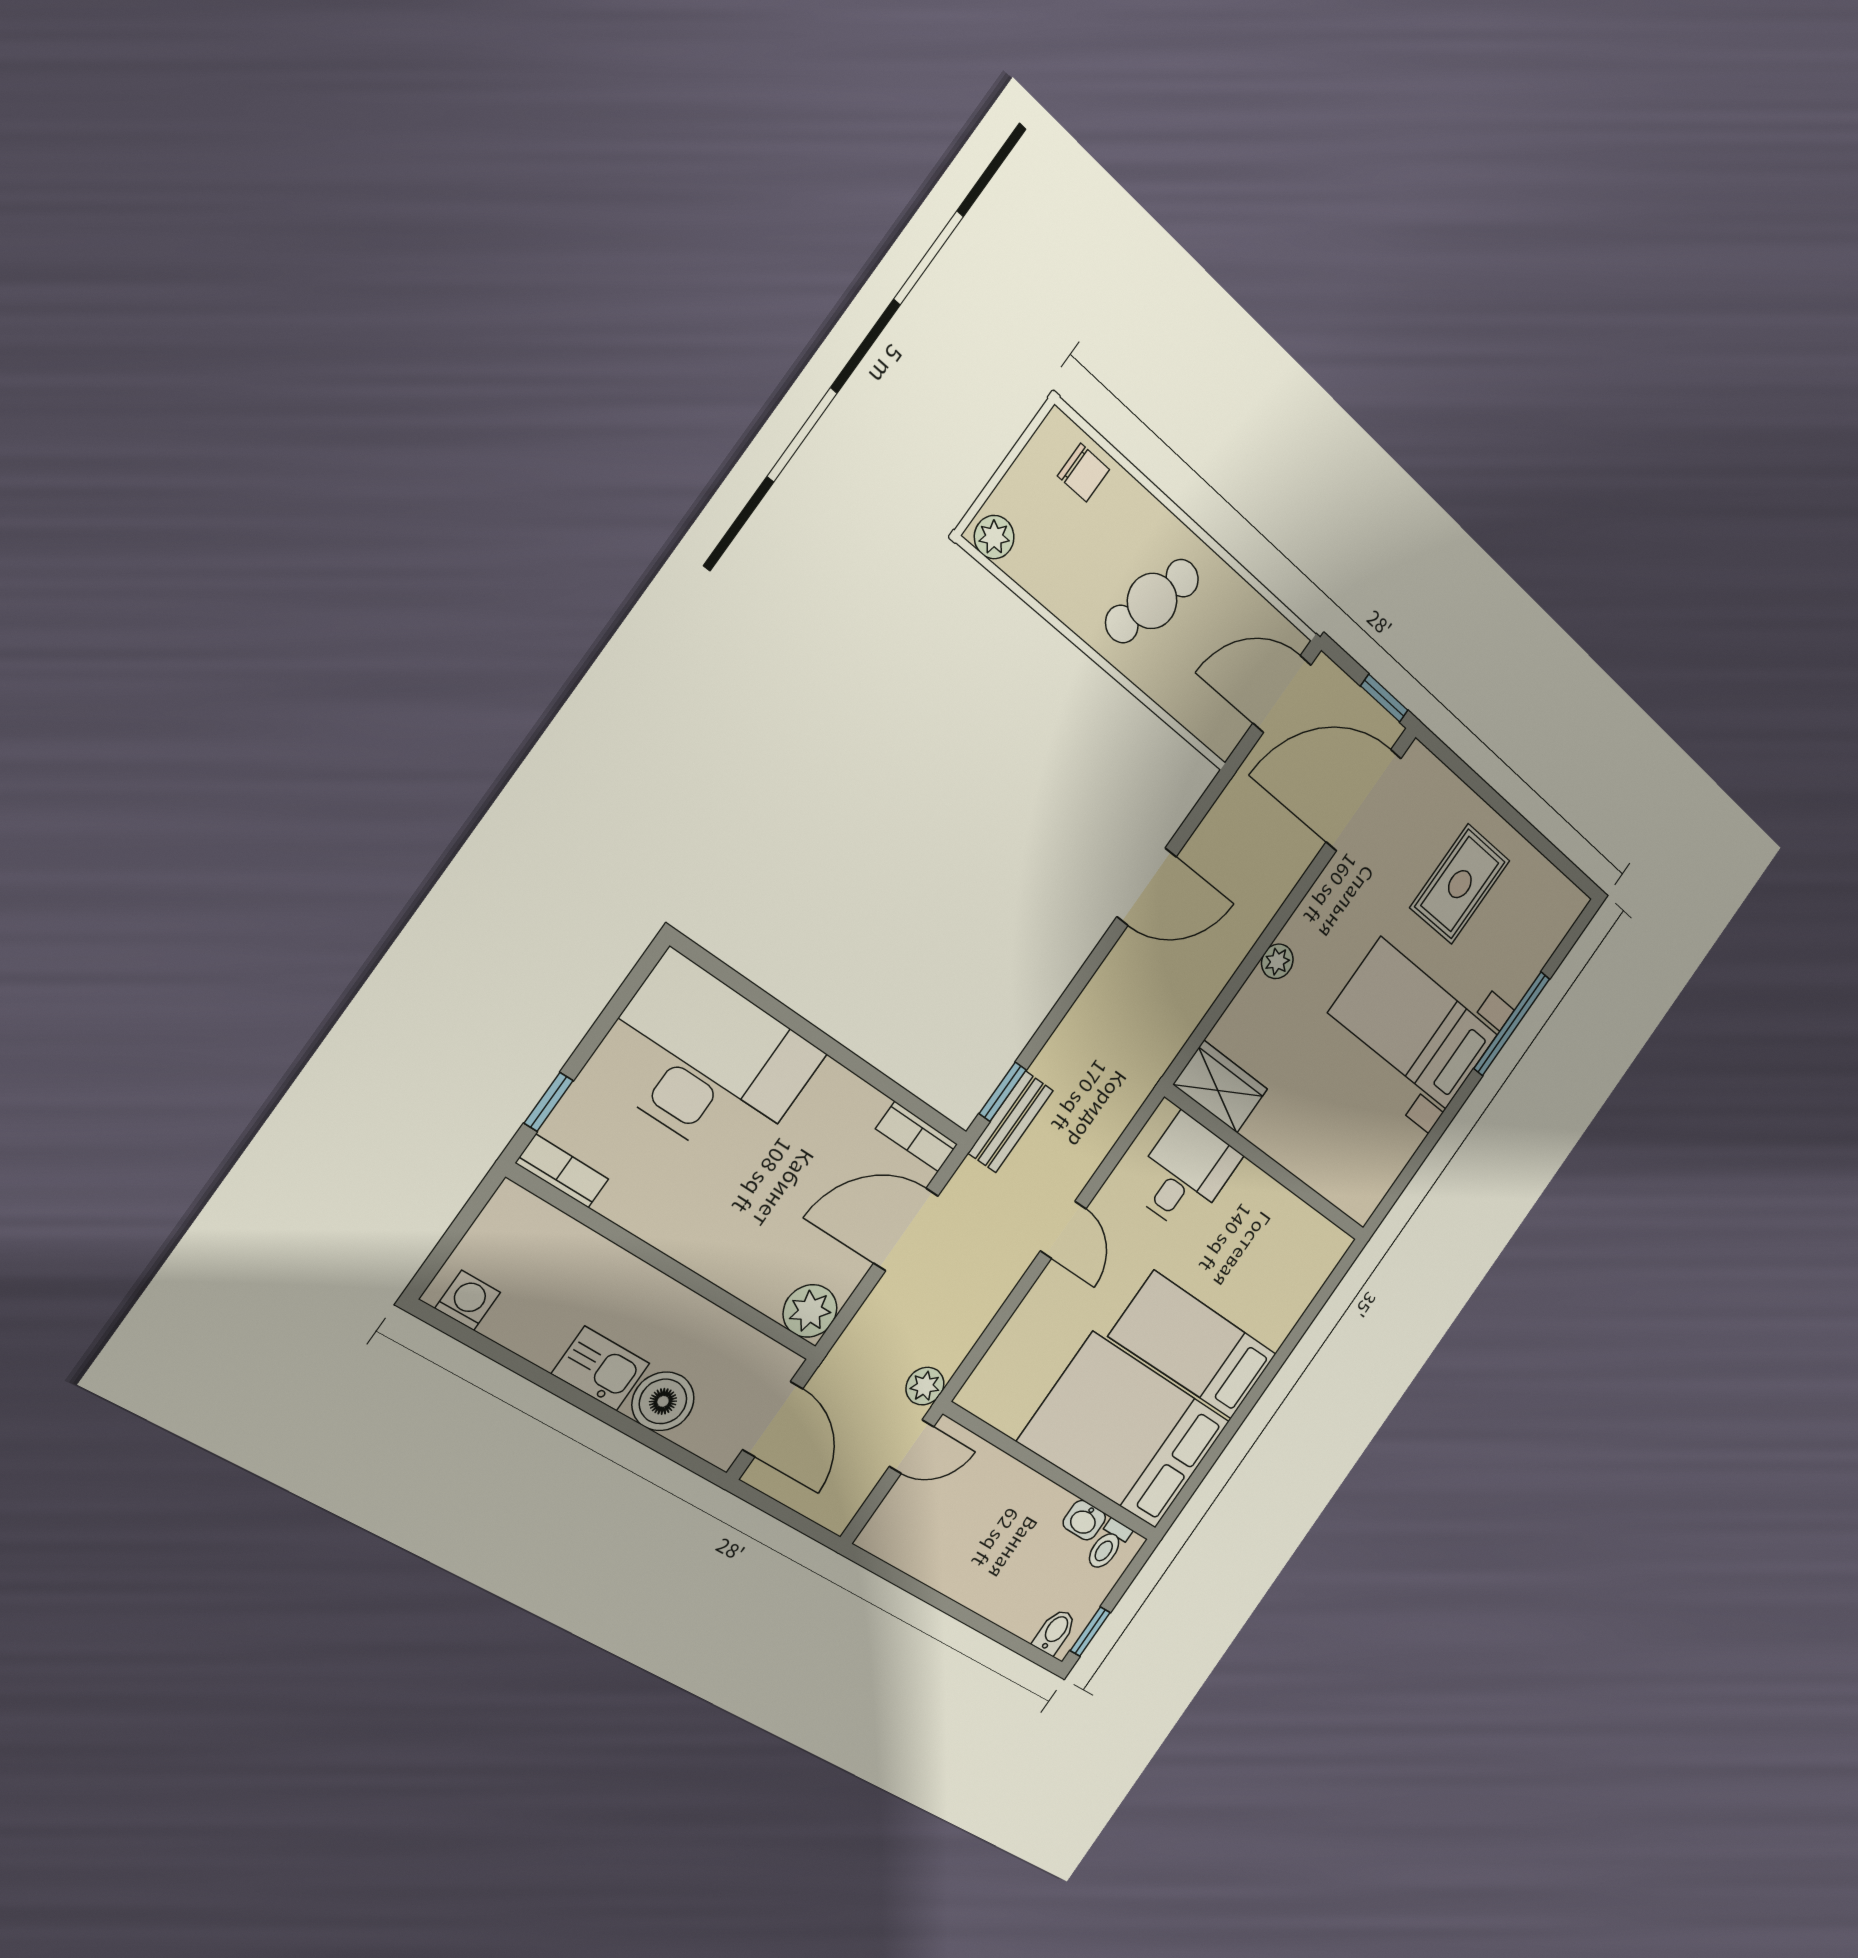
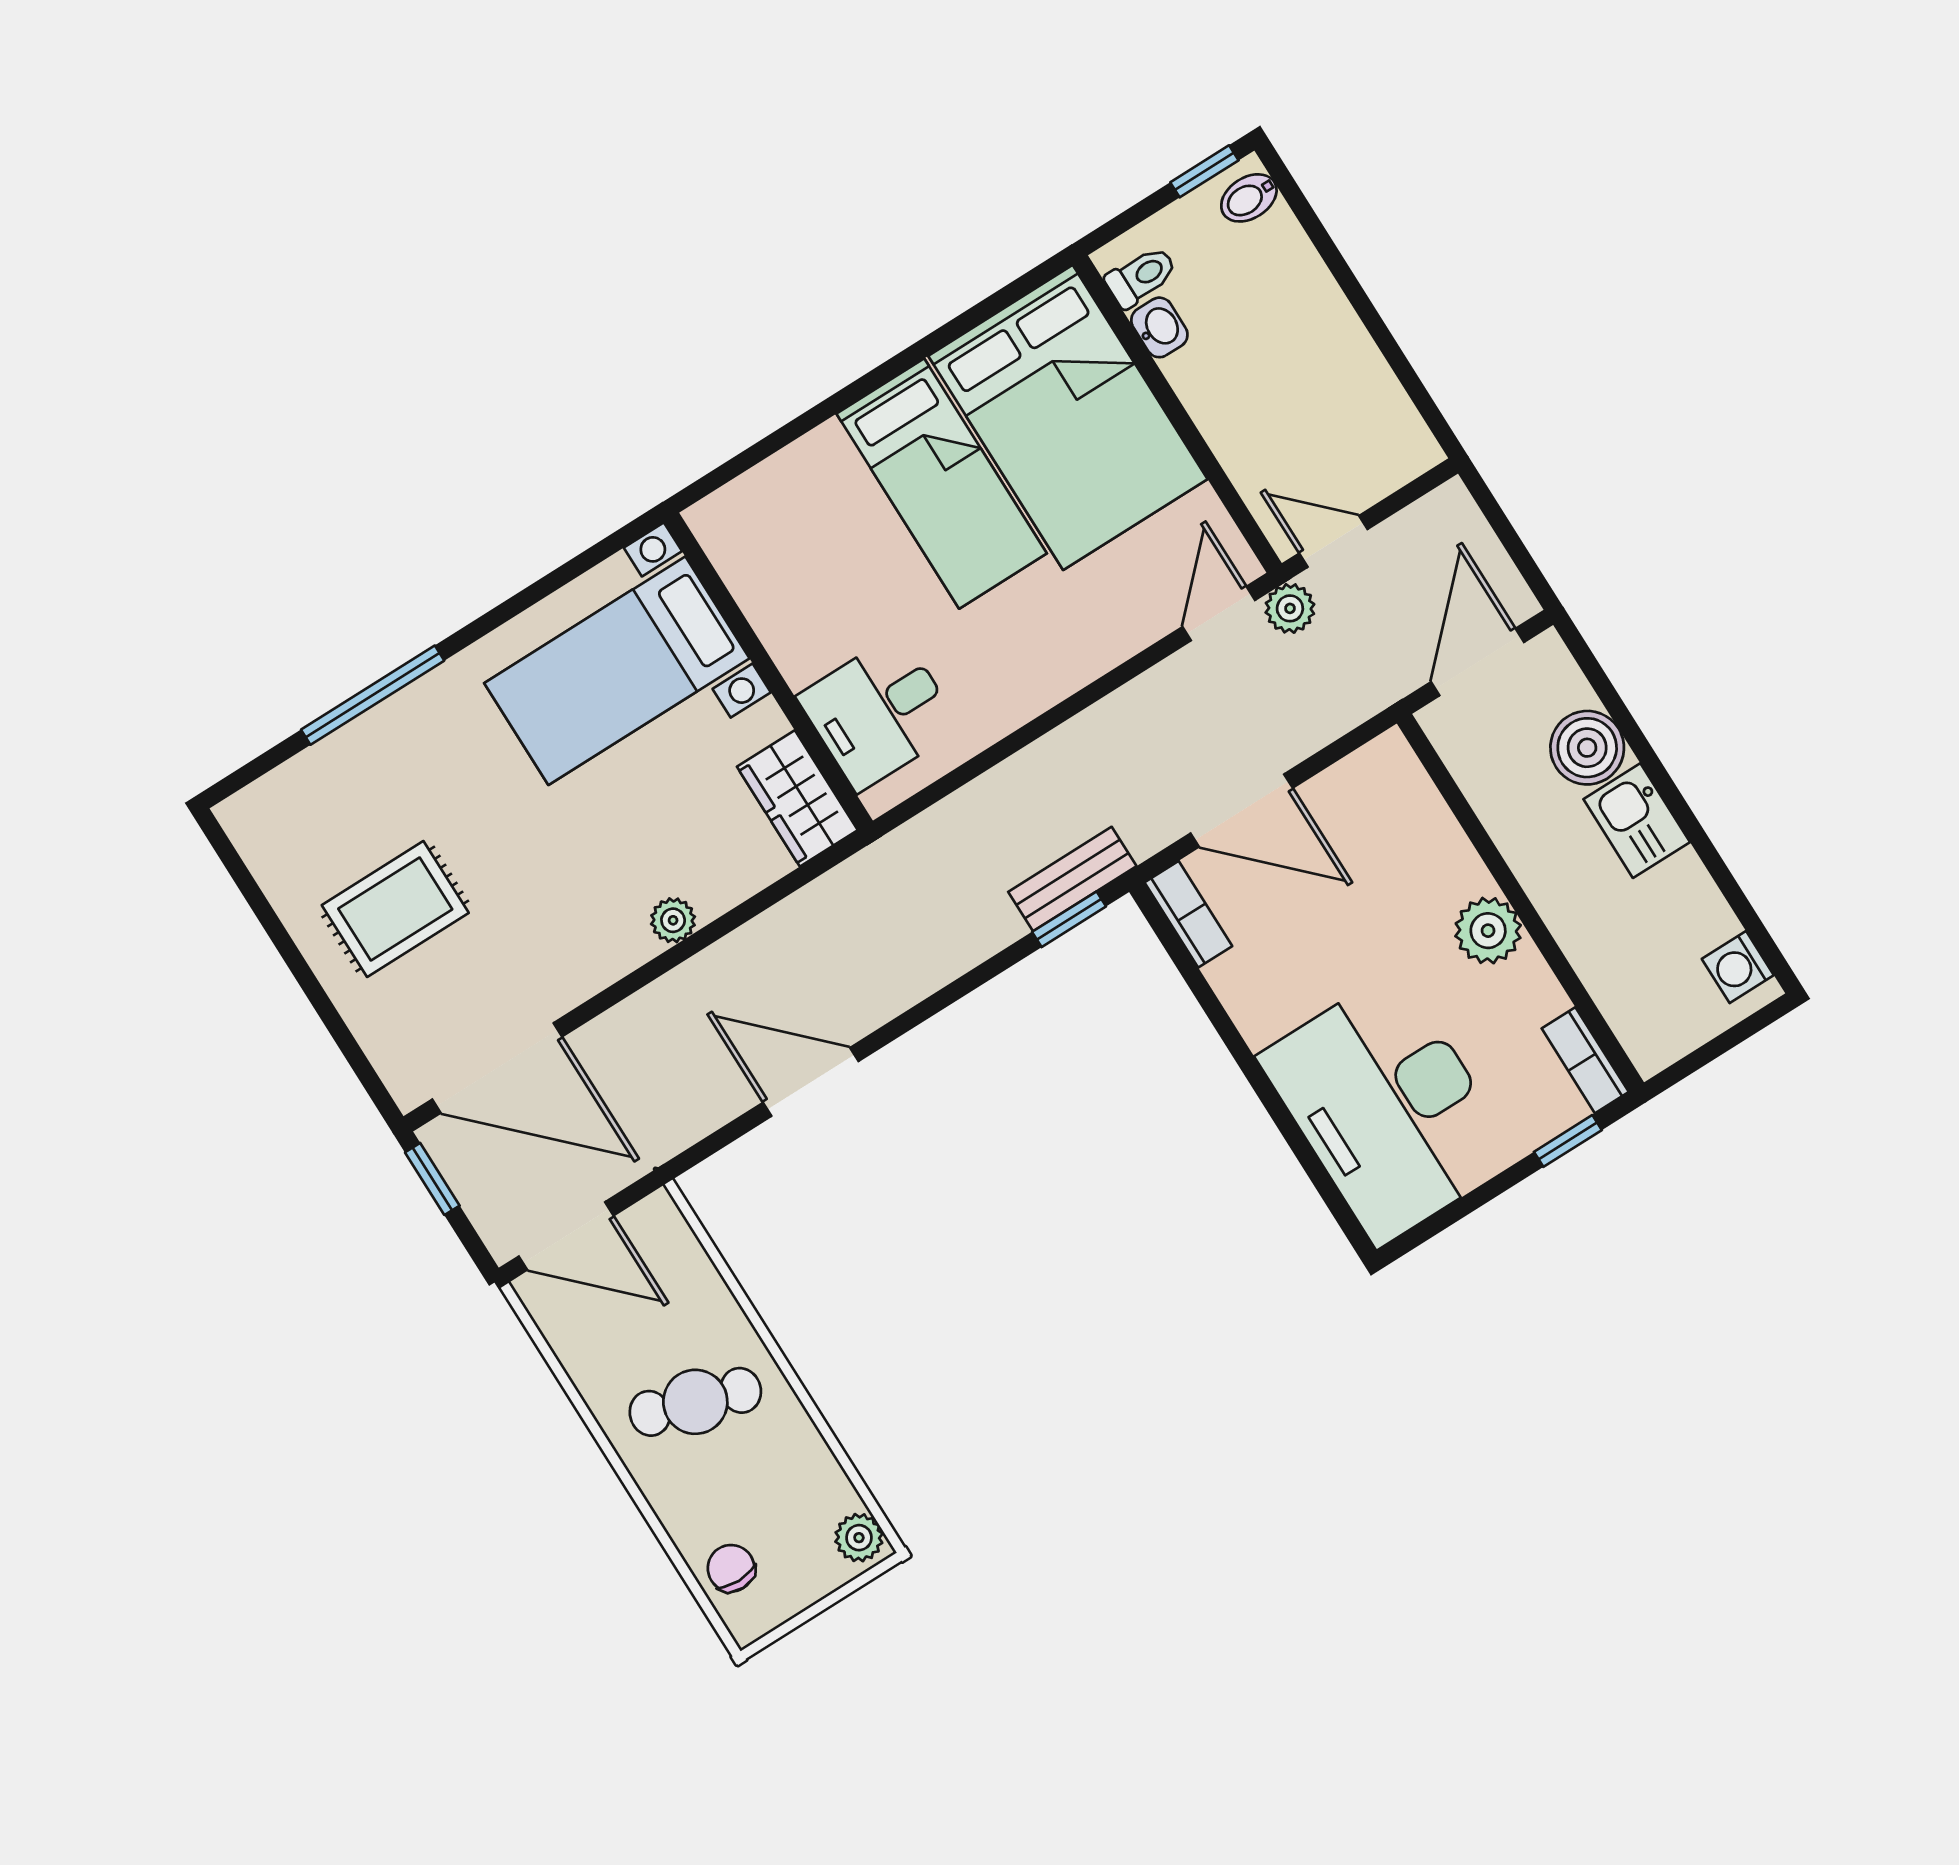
bed with nightstands: (1414, 1024) -> (617, 671), moved, turned 90
door: (1063, 1230) -> (1219, 614), moved
plant: (810, 1311) -> (1488, 931), moved

